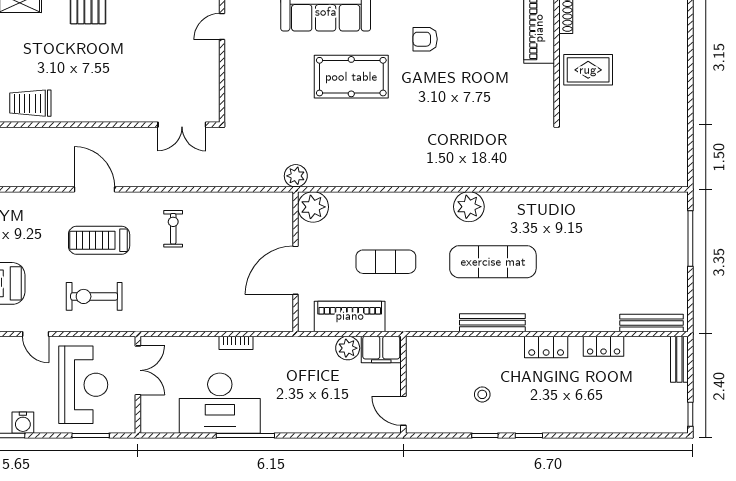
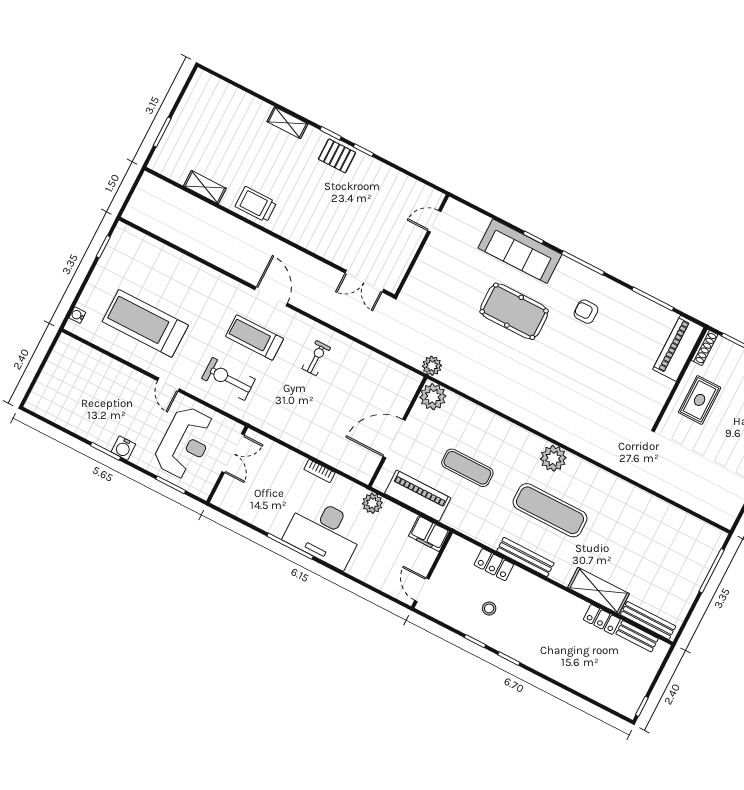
rug: (588, 70) -> (700, 400), turned 90
shelving: (585, 319) -> (598, 591), added
locker: (546, 347) -> (494, 565), moved
plant: (348, 348) -> (372, 503), moved
bench: (679, 359) -> (637, 636), moved, turned 90
desk: (220, 403) -> (324, 532), moved

